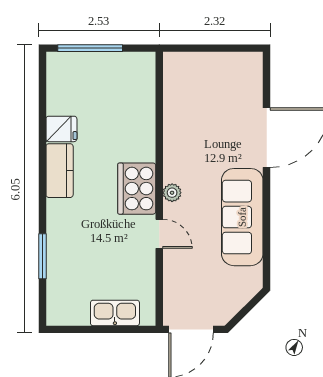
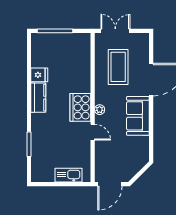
double door: (201, 48) -> (115, 31), added
coffee table: (206, 114) -> (118, 67), added
sofa: (242, 217) -> (138, 116), width x0.73

